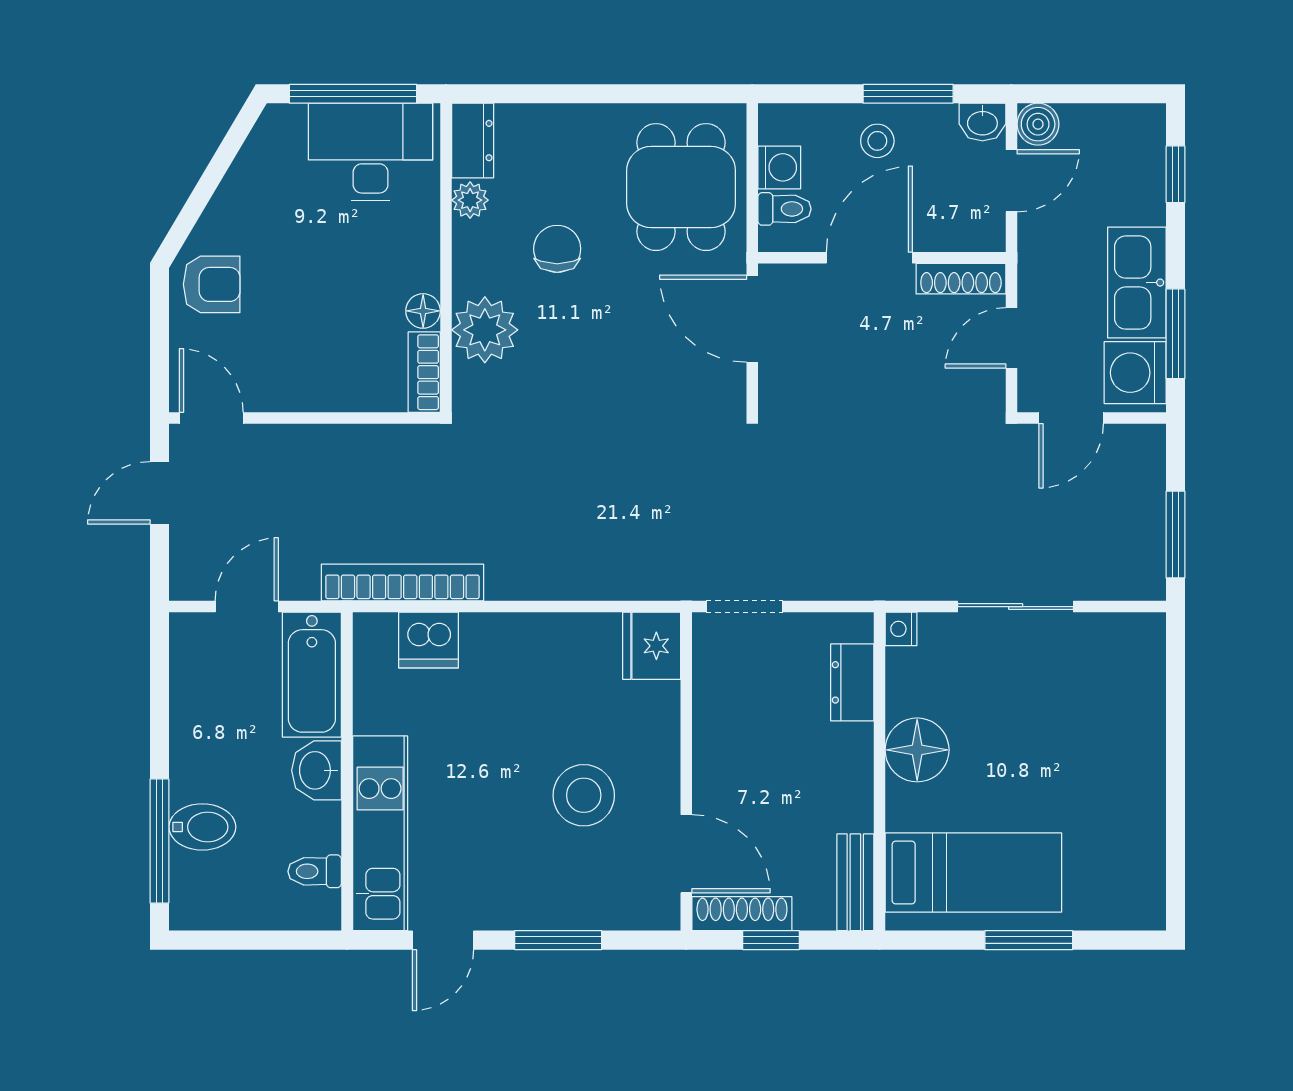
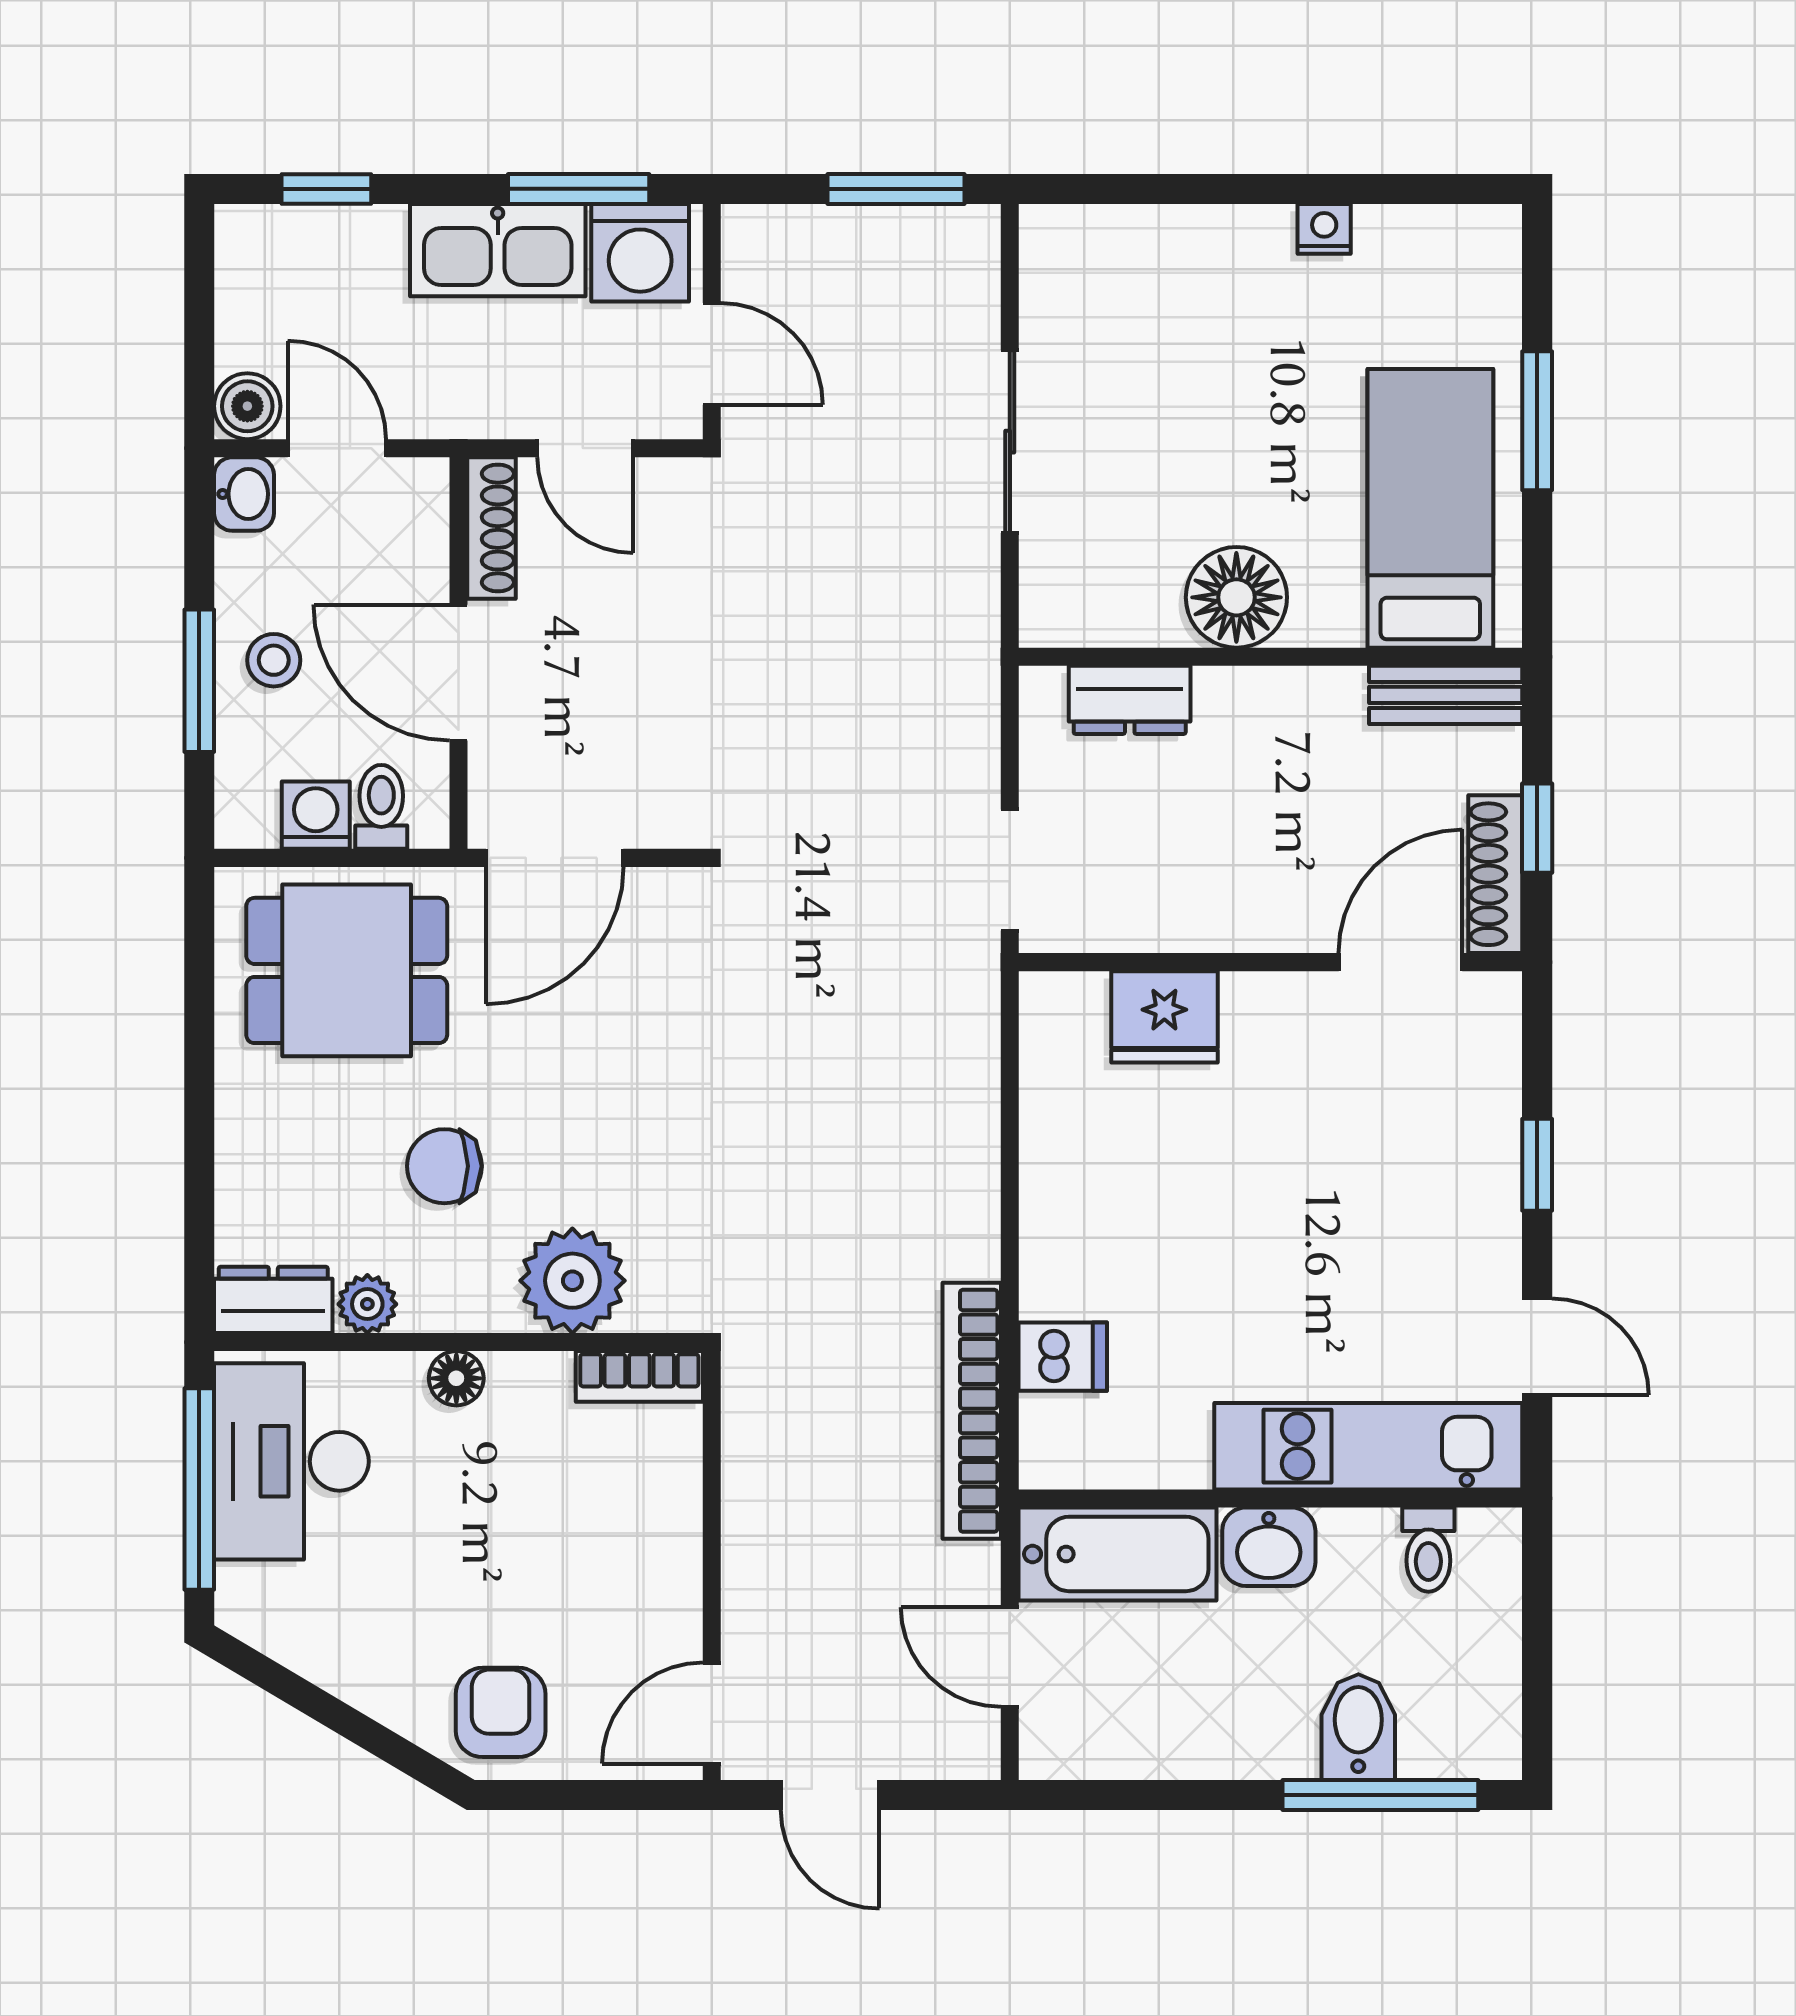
window: (908, 94) -> (199, 681), moved
floor lamp: (423, 311) -> (456, 1378), moved
nightstand: (901, 629) -> (1324, 229), moved, turned 180
dishwasher: (429, 640) -> (1063, 1357), width x0.73
fridge: (652, 646) -> (1164, 1017), moved
stool: (584, 795) -> (1308, 1124), removed
window: (558, 940) -> (1537, 1165), width x0.67

